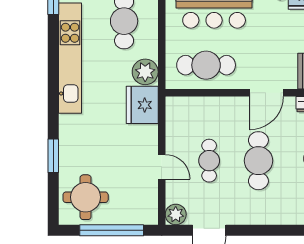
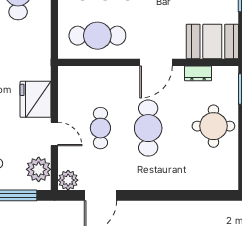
plant: (145, 72) -> (39, 169), moved
fridge: (142, 105) -> (36, 99), moved

